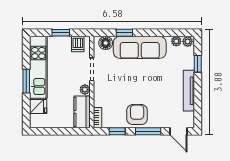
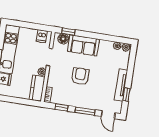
window: (61, 33) -> (30, 26), removed
window: (124, 33) -> (68, 32), moved
sofa: (140, 47) -> (83, 45), width x0.73
window: (198, 64) -> (126, 95), moved
armchair: (137, 115) -> (80, 76), moved

